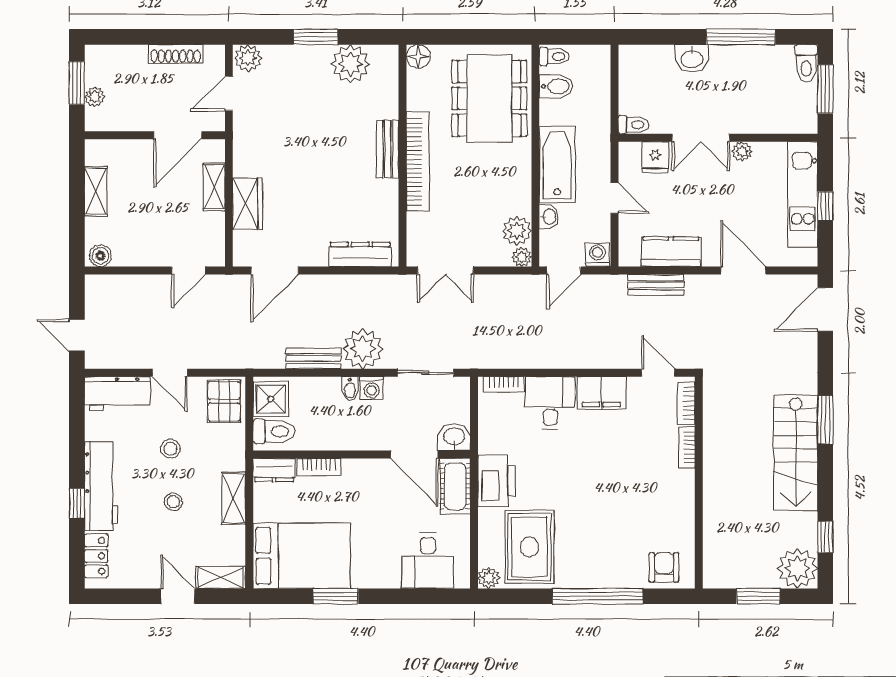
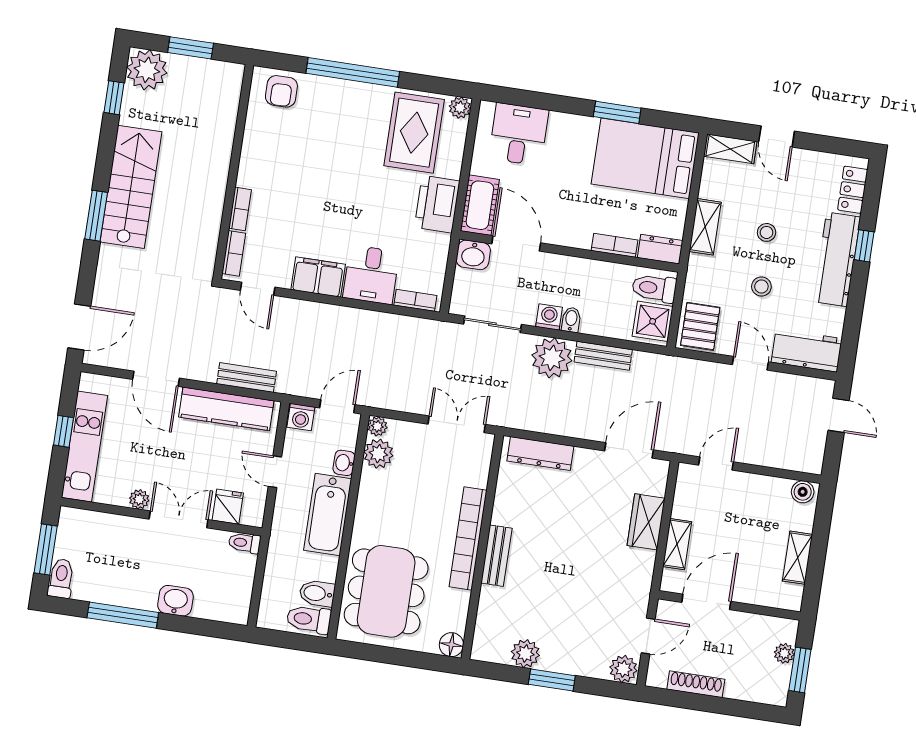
toilet: (554, 57) -> (309, 619), width x1.37, depth x1.39
plant: (350, 64) -> (525, 654), width x0.73, depth x0.73
kitchen counter: (671, 252) -> (226, 409), width x1.50

